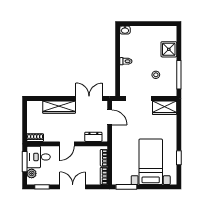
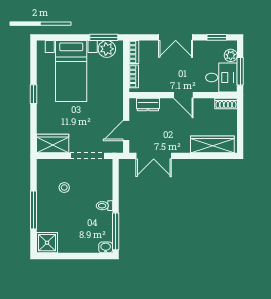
window: (118, 42) -> (116, 231), added
shower: (169, 49) -> (47, 243), moved
window: (179, 75) -> (34, 210), moved
wardrobe: (59, 107) -> (212, 144), moved
door: (110, 117) -> (126, 131), hinge flipped
door: (67, 144) -> (183, 95), swing flipped
window: (179, 158) -> (34, 94), moved
plant: (124, 178) -> (107, 49), added

